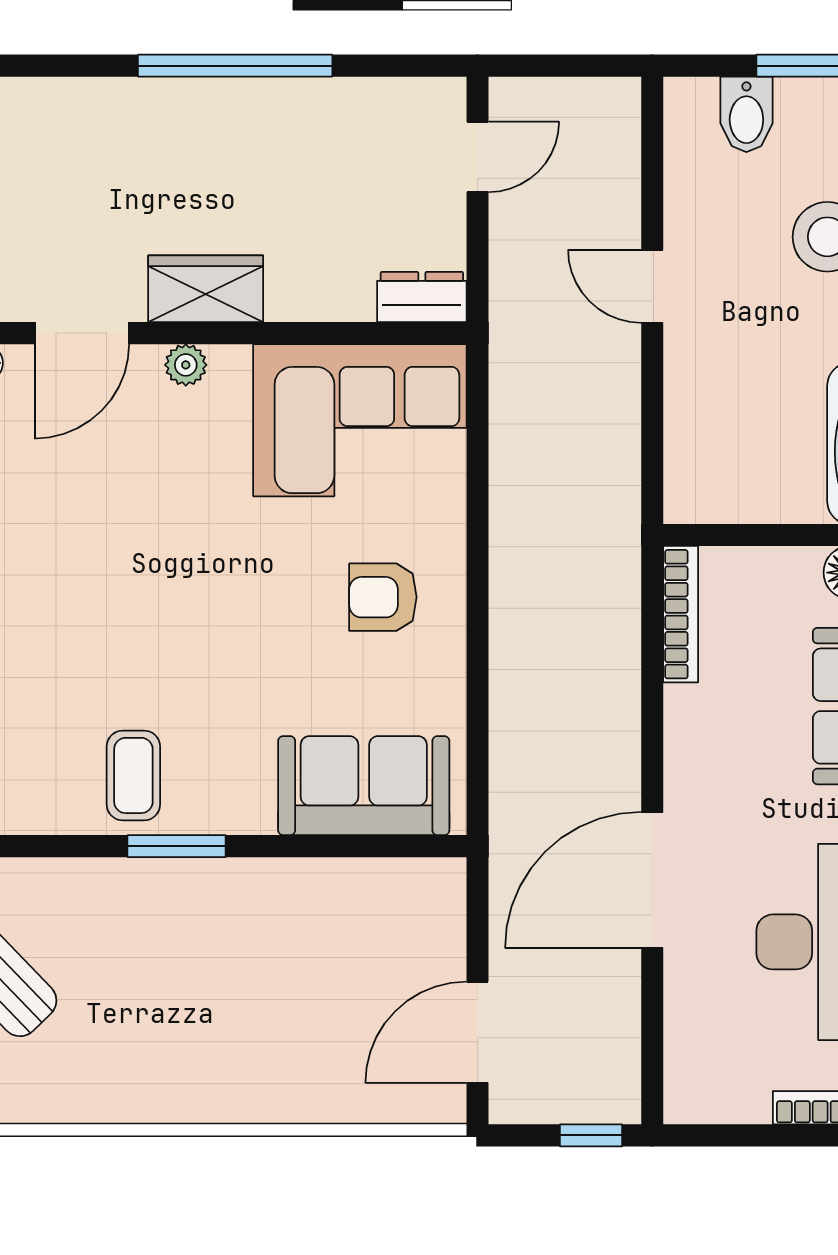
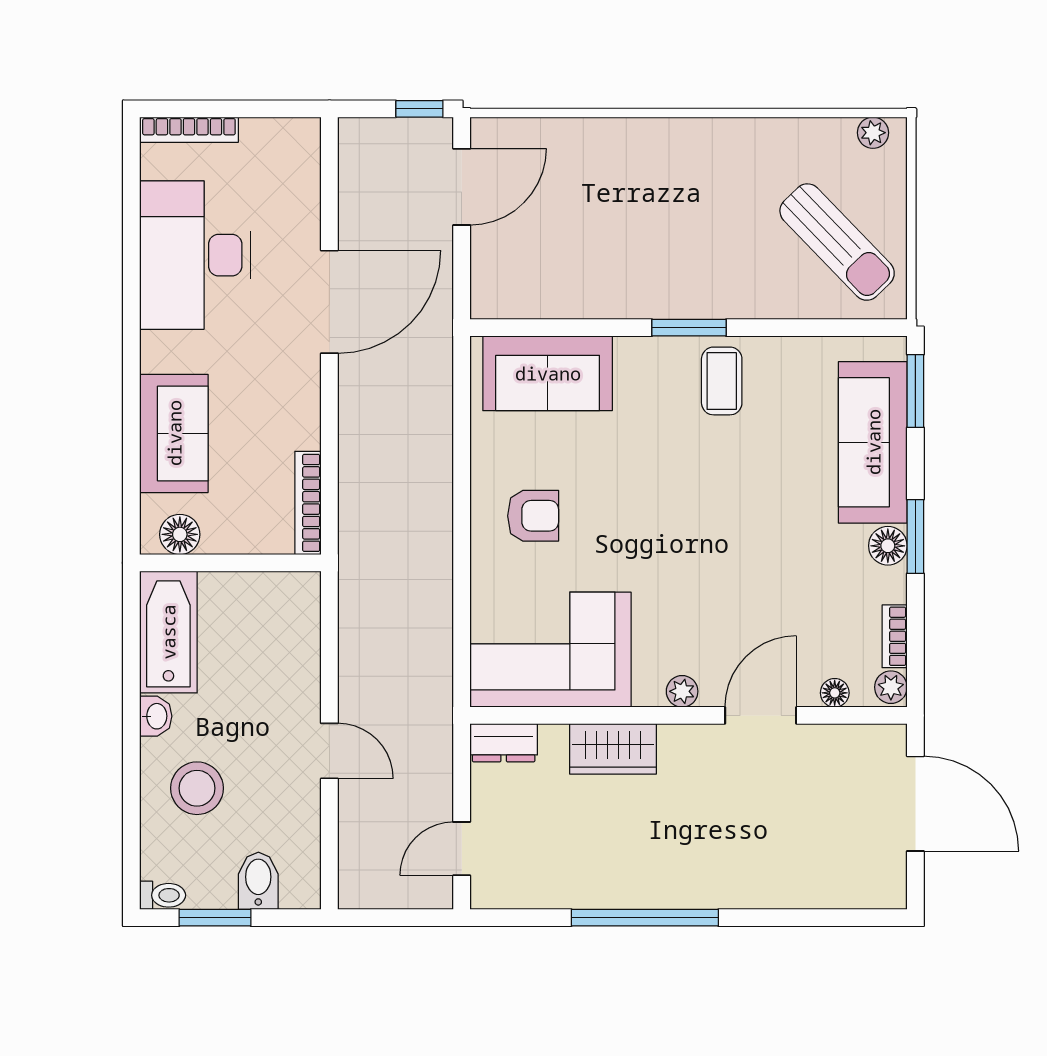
wardrobe: (206, 289) -> (613, 749), moved
window: (591, 1135) -> (419, 109), moved

